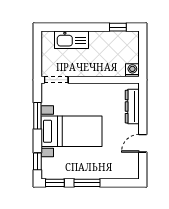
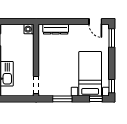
bed with nightstands: (72, 131) -> (90, 74), moved
door: (143, 143) -> (95, 21), moved
window: (87, 183) -> (112, 38), moved

